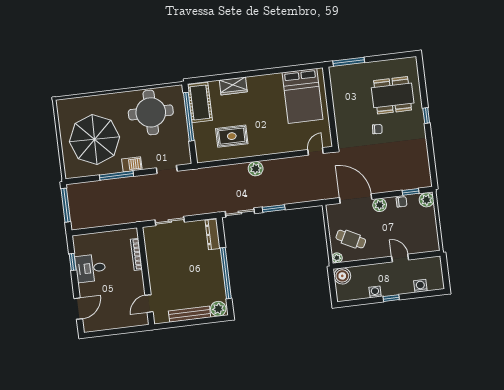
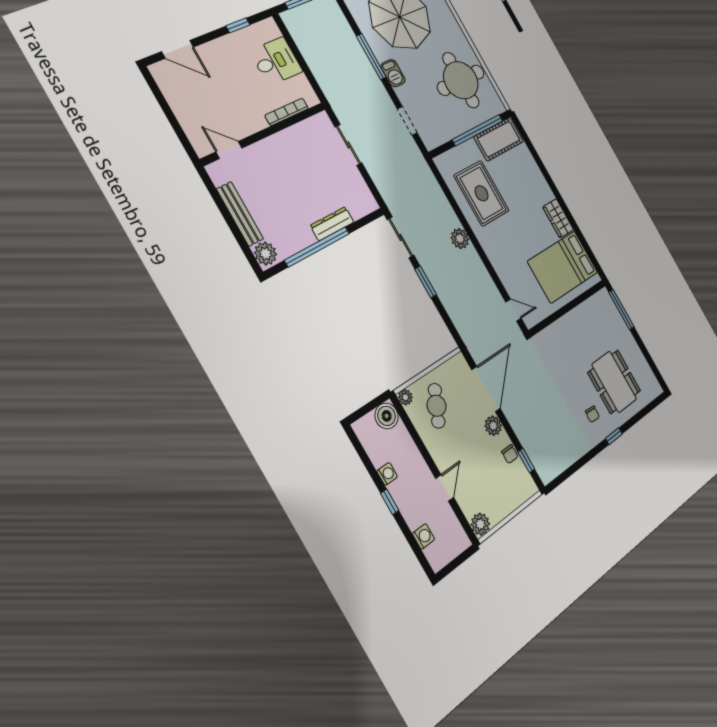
wardrobe: (233, 86) -> (558, 218), moved
chair: (377, 129) -> (592, 414), moved
rug: (232, 136) -> (482, 193), width x1.36, depth x1.43
plant: (427, 200) -> (480, 524), moved
dresser: (213, 234) -> (332, 224), moved
desk: (91, 268) -> (276, 61), moved, turned 90

